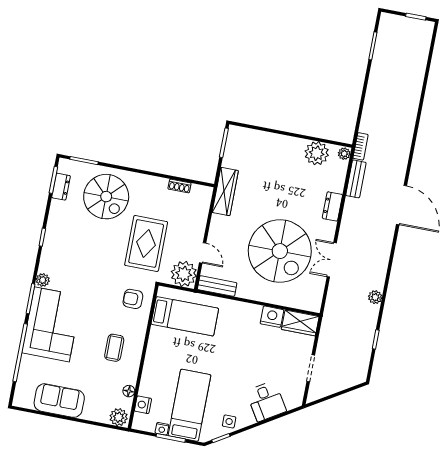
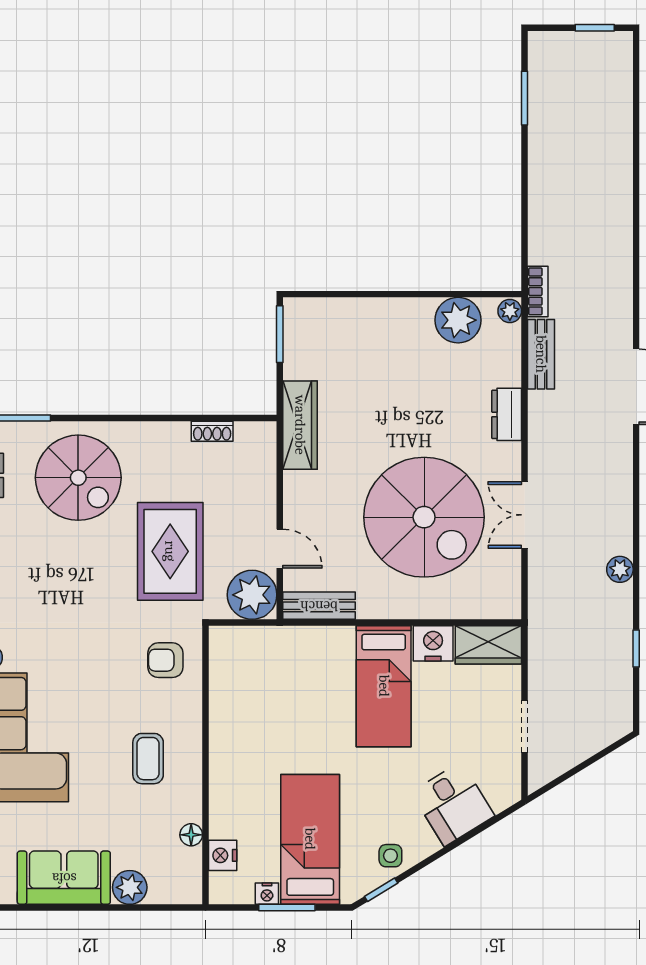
bed: (185, 316) -> (384, 686), moved, turned 90
plant: (119, 417) -> (130, 887), moved

